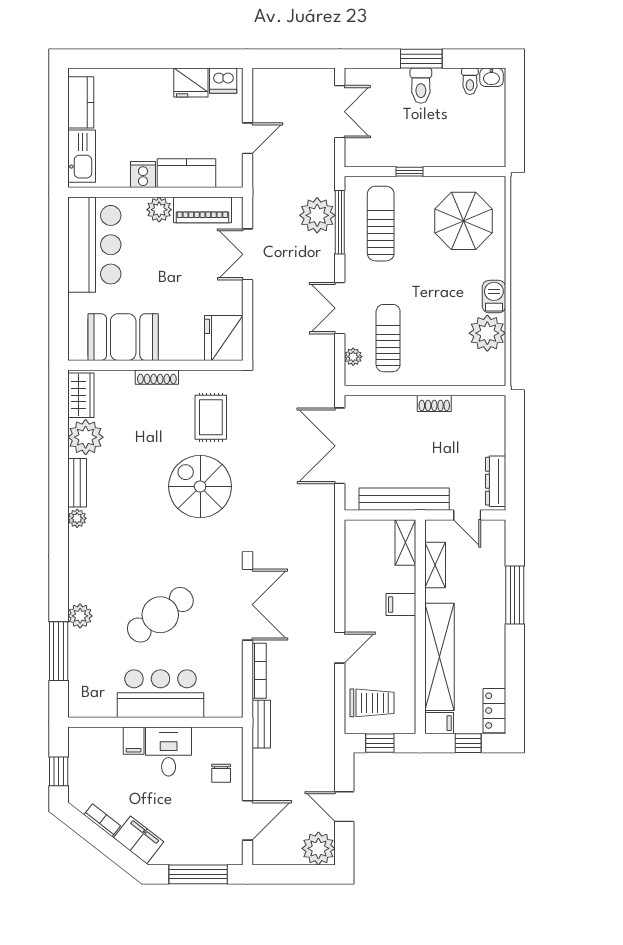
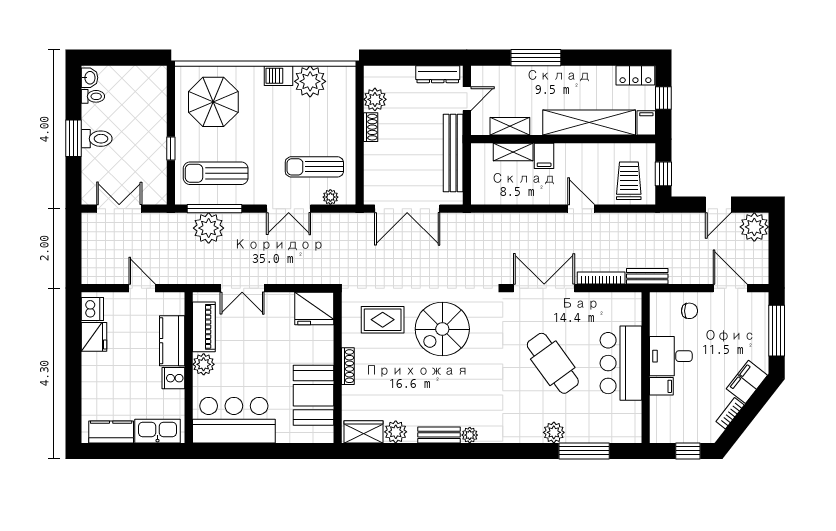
plant: (466, 408) -> (375, 99), added
plant: (86, 437) -> (396, 432), width x0.73, depth x0.73
shelving: (405, 542) -> (513, 152), moved

